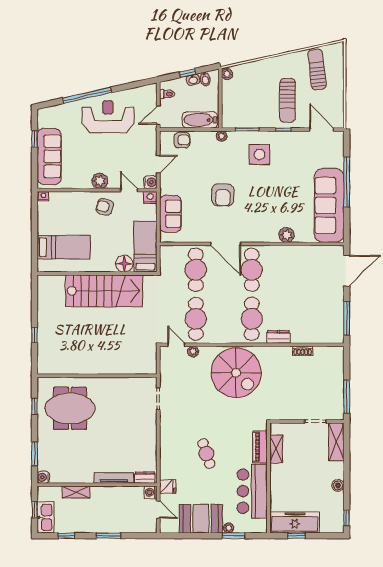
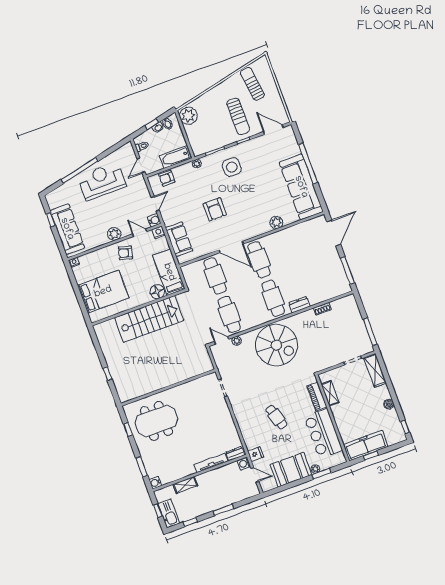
plant: (227, 74) -> (188, 116), width x1.87, depth x1.87
armchair: (182, 140) -> (167, 178), turned 180
bed: (64, 247) -> (103, 292), width x1.50

